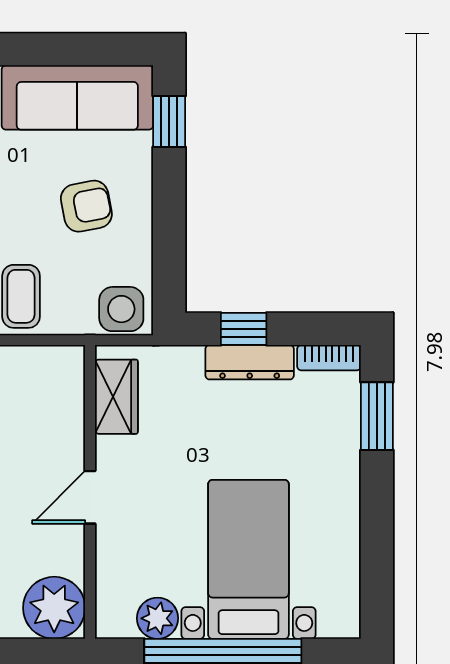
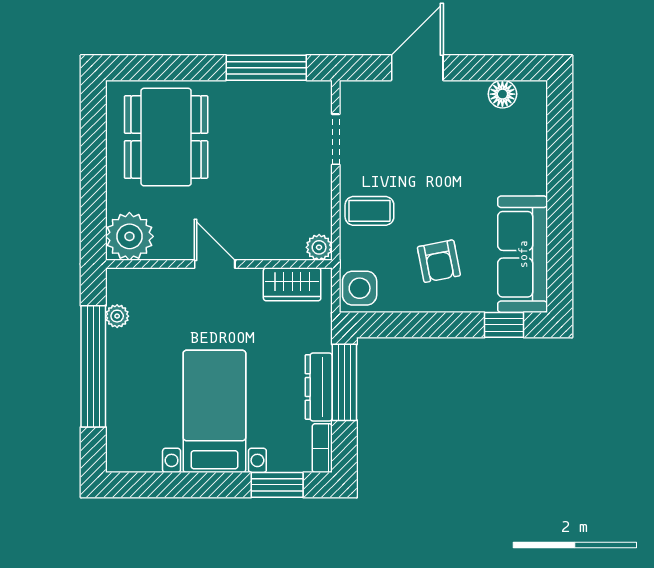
window: (244, 329) -> (344, 382), width x2.17
plant: (68, 362) -> (319, 247), added
bed with nightstands: (248, 559) -> (214, 411), moved, turned -90
plant: (158, 618) -> (117, 316), width x0.73, depth x0.73

